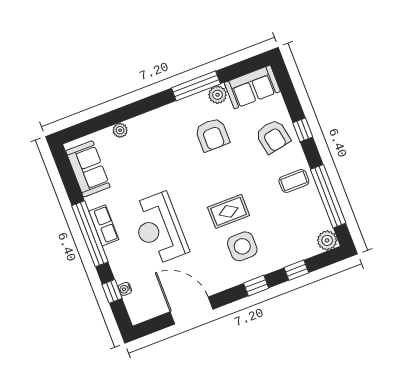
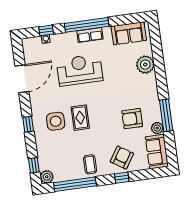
plant: (120, 130) -> (145, 65), width x1.88, depth x1.88
armchair: (273, 136) -> (122, 158), turned 134
window: (296, 270) -> (34, 165), moved

